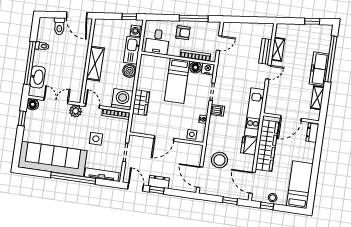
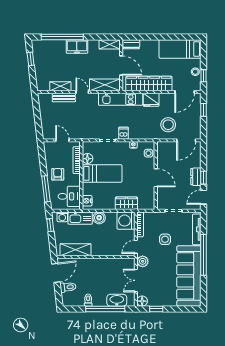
window: (194, 18) -> (46, 189), moved
shelving: (95, 64) -> (76, 250), moved
nightstand: (208, 69) -> (87, 201), moved
freezer: (319, 69) -> (77, 46), width x0.71
shelving: (272, 98) -> (105, 85), added
shelving: (317, 98) -> (110, 44), moved

